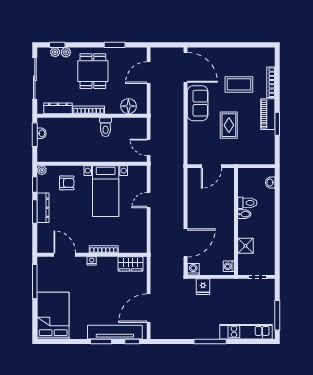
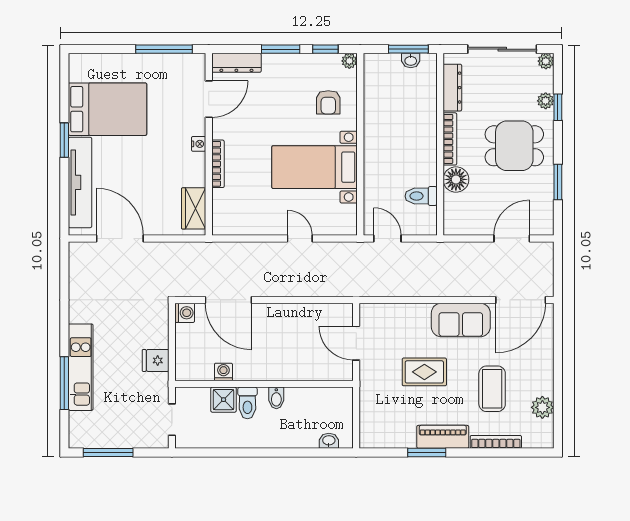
window: (57, 45) -> (558, 107), moved
plant: (55, 52) -> (546, 61), moved
plant: (250, 54) -> (542, 407), added
door: (149, 73) -> (512, 239), hinge flipped
floor lamp: (128, 106) -> (456, 179), moved
toilet: (106, 127) -> (421, 196), moved
door: (149, 147) -> (387, 239), hinge flipped
toilet: (247, 203) -> (247, 403), moved
dresser: (43, 208) -> (236, 63), moved
washing machine: (229, 266) -> (223, 372), moved
fridge: (203, 287) -> (156, 360), moved
bed: (53, 316) -> (108, 109), moved
kitchen unit: (246, 332) -> (81, 367), moved
window: (101, 341) -> (64, 140), moved
window: (132, 341) -> (64, 211), removed
window: (210, 341) -> (64, 383), moved

